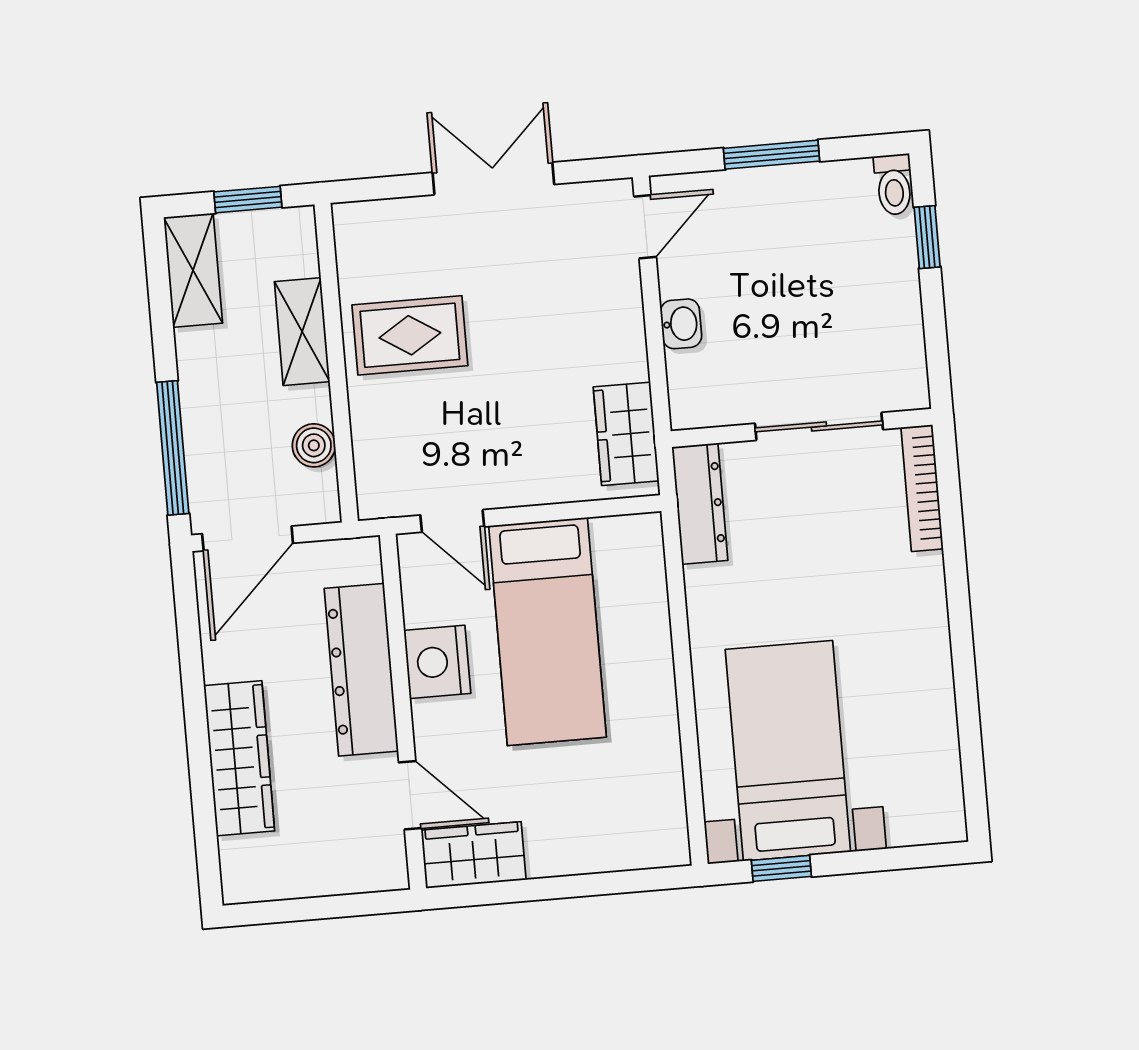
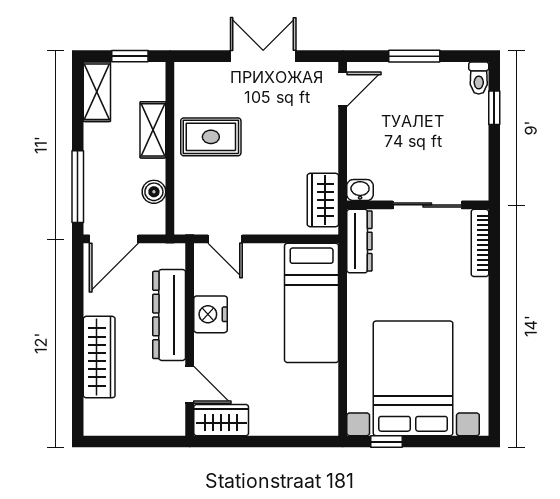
washbasin: (681, 324) -> (360, 190), moved, turned -90
bed: (547, 631) -> (312, 303), moved
bed with nightstands: (788, 751) -> (413, 378), width x1.36

